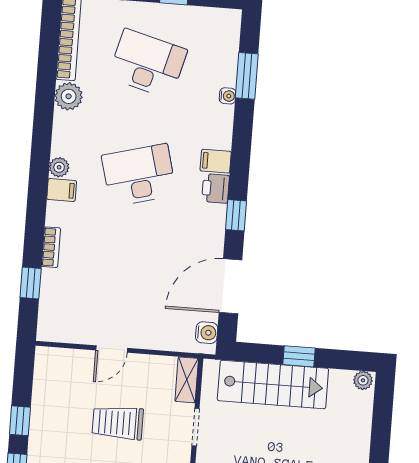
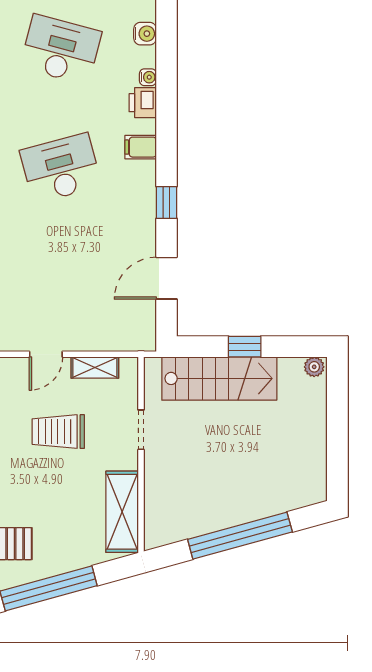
window: (247, 76) -> (167, 54), removed
printer: (216, 188) -> (143, 103), moved
door: (231, 286) -> (167, 278), width x0.73
water cooler: (207, 333) -> (145, 34), moved
shelving: (187, 380) -> (95, 368), moved, turned 90

